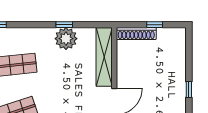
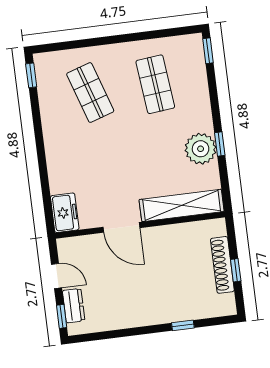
shoe rack: (136, 34) -> (222, 265), moved
window: (189, 89) -> (183, 325), moved

